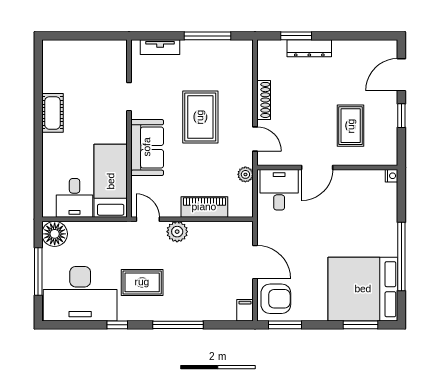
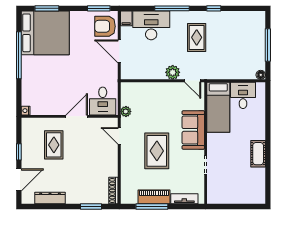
dresser: (309, 48) -> (50, 198), moved
shoe rack: (264, 100) -> (113, 190), moved
piano: (204, 207) -> (154, 197), moved, turned 180
floor lamp: (55, 234) -> (261, 75), width x0.53, depth x0.53
rug: (142, 282) -> (197, 37), turned 90
desk: (80, 294) -> (151, 25), moved, width x0.73, depth x0.77

